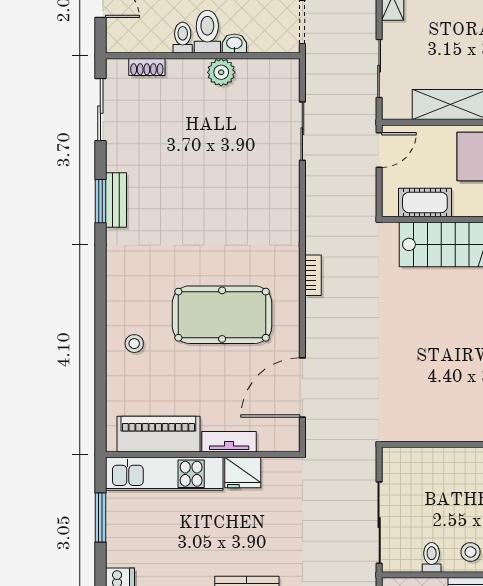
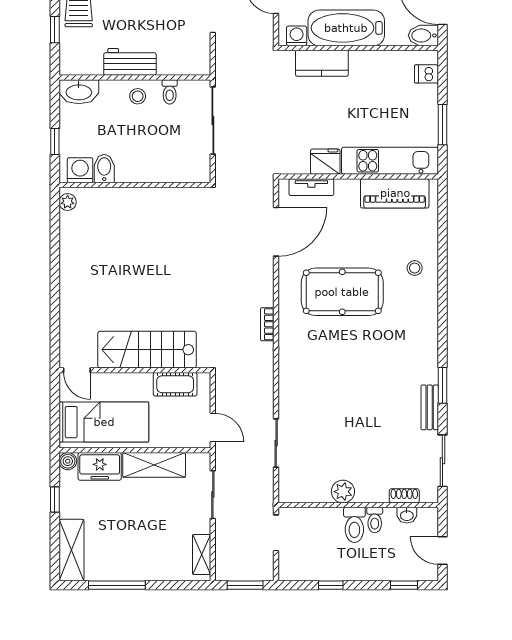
washbasin: (234, 44) -> (407, 515), moved
door: (379, 150) -> (213, 428), swing flipped
bench: (116, 200) -> (430, 407), moved
tv unit: (229, 442) -> (311, 187), moved

